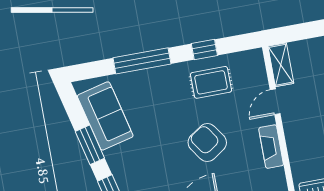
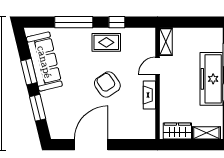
rug: (211, 82) -> (106, 42), moved
sofa: (105, 116) -> (44, 62), width x1.36

